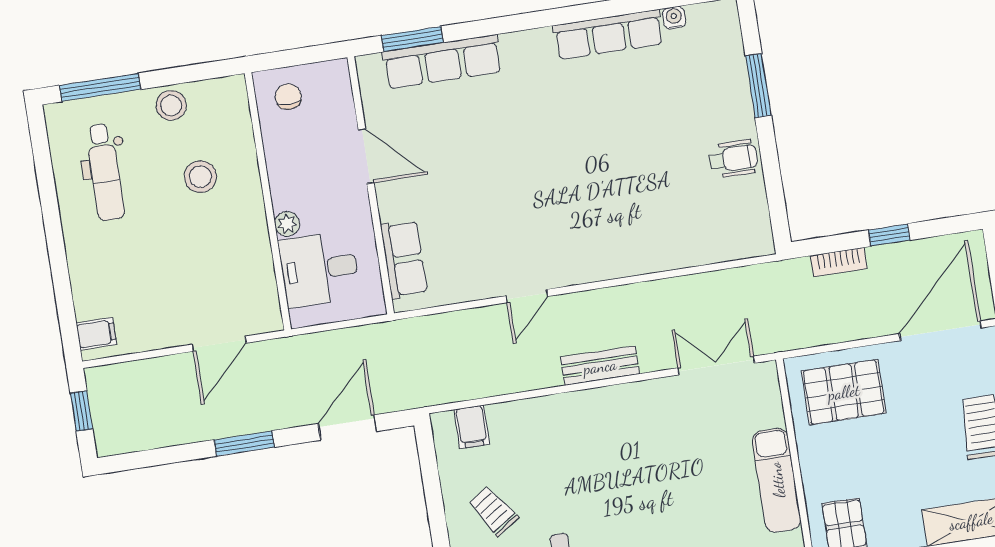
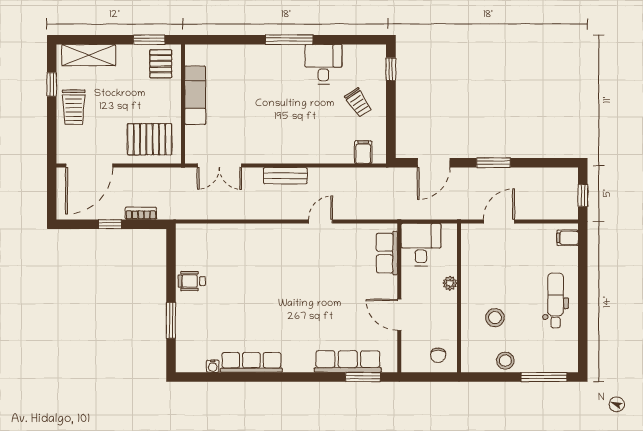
dental chair: (105, 172) -> (556, 300), moved
desk: (319, 269) -> (421, 245), moved, turned -90

